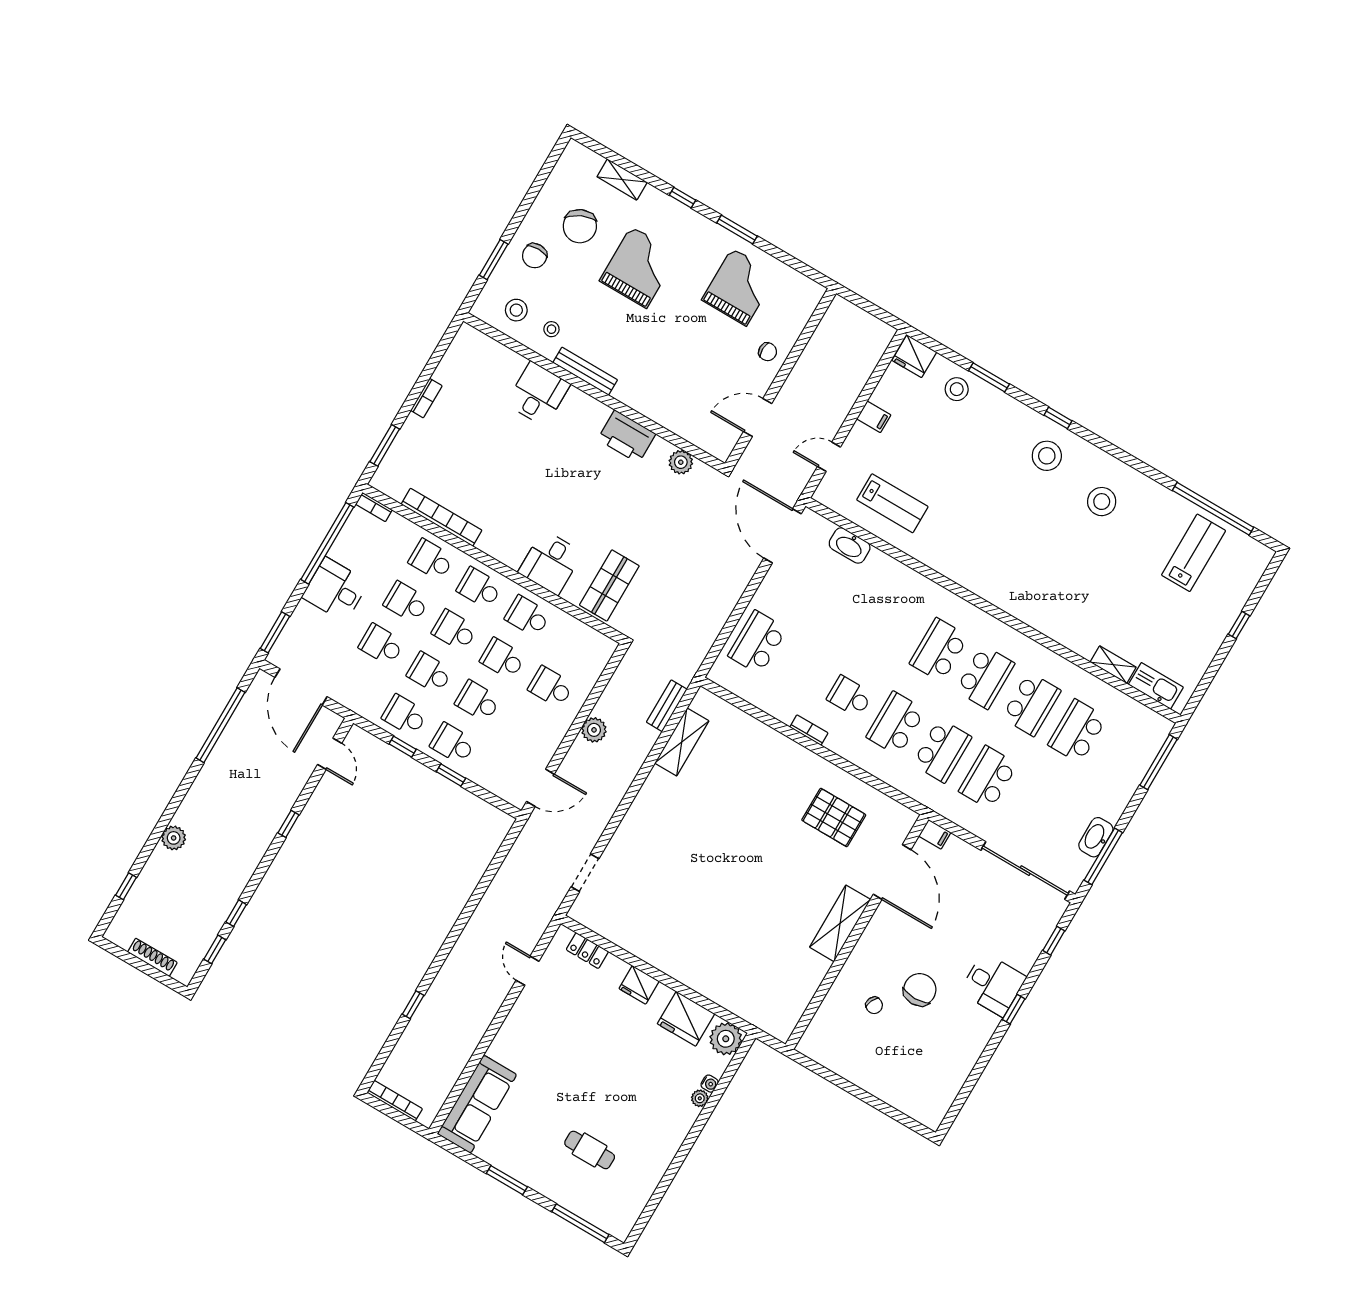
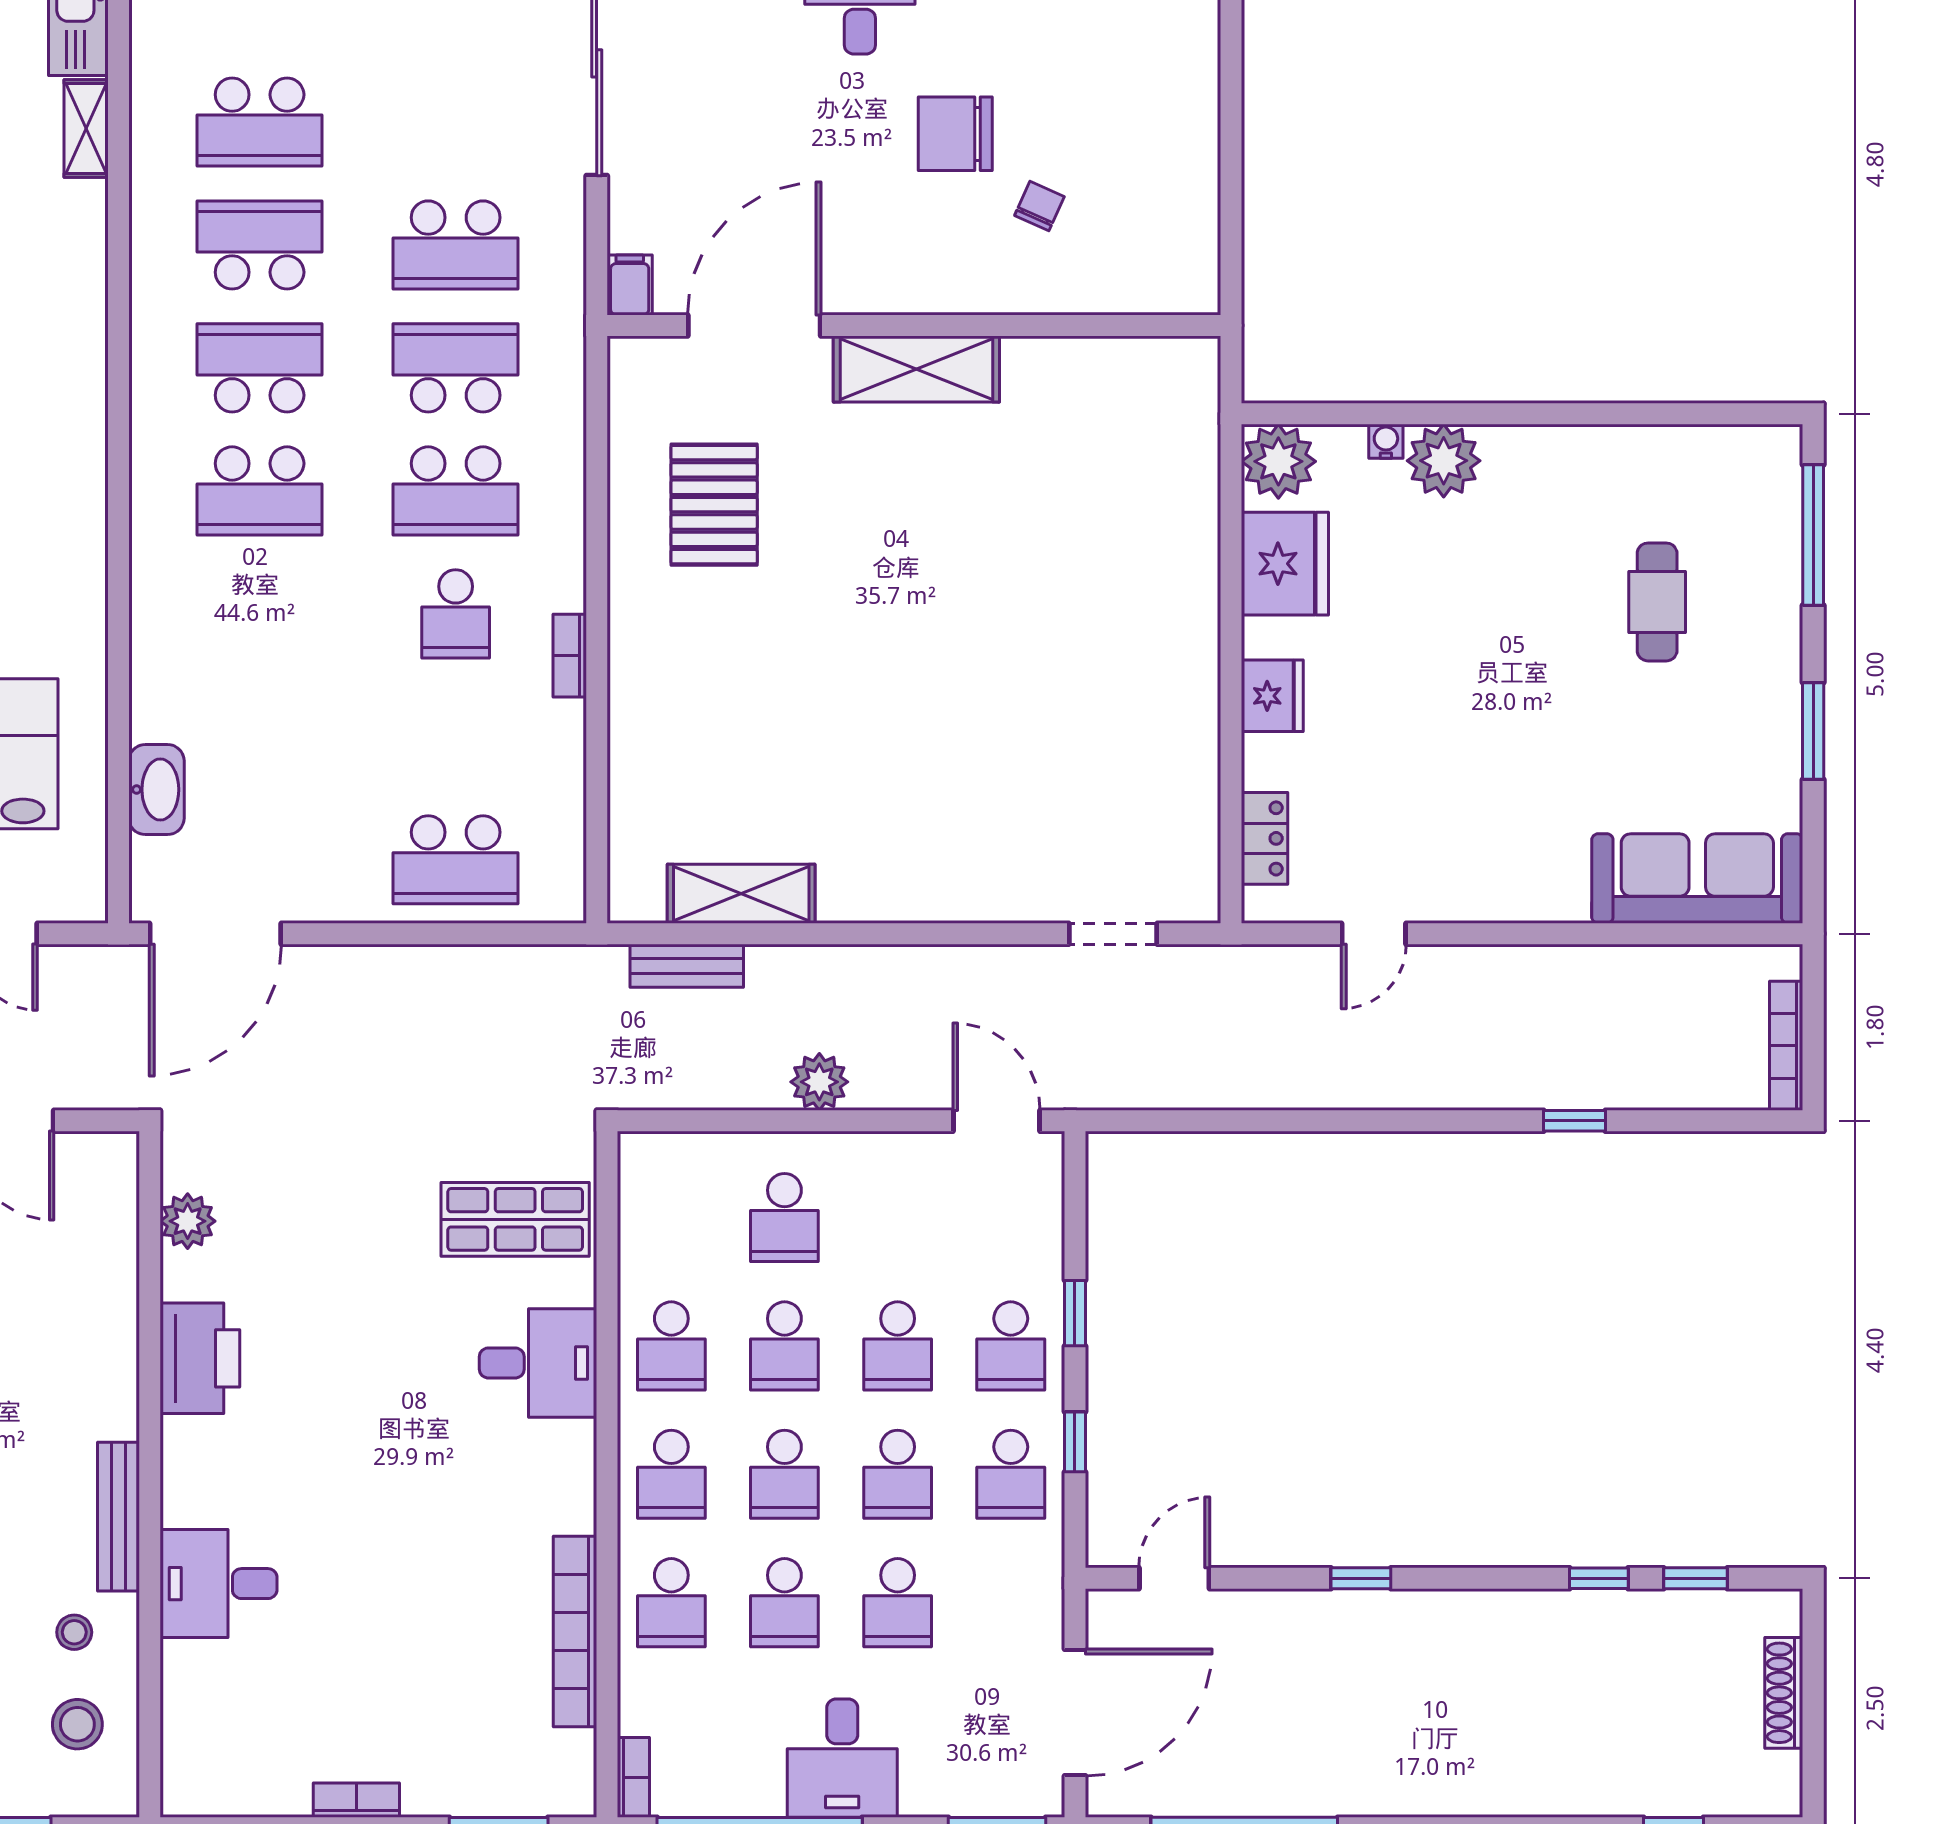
plant: (174, 838) -> (1522, 1790), removed
plant: (700, 1098) -> (1444, 461), width x1.87, depth x1.87

